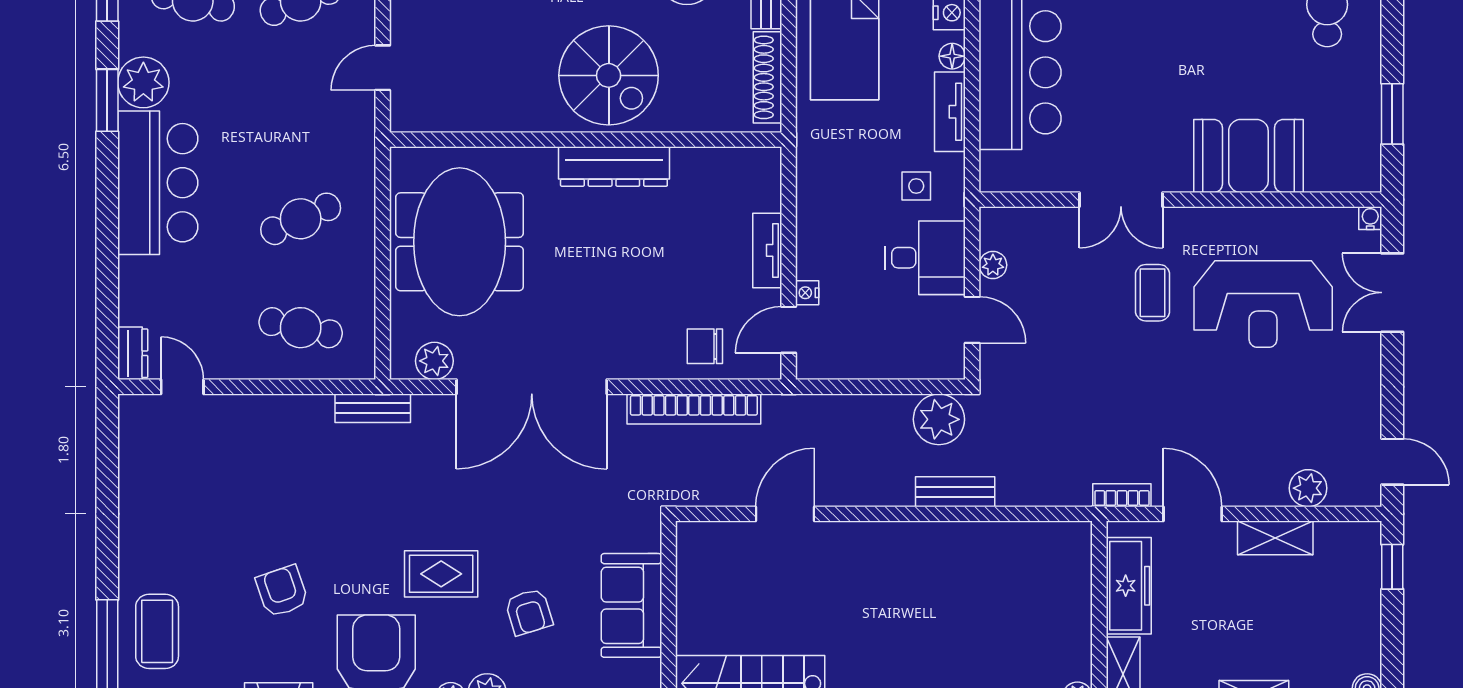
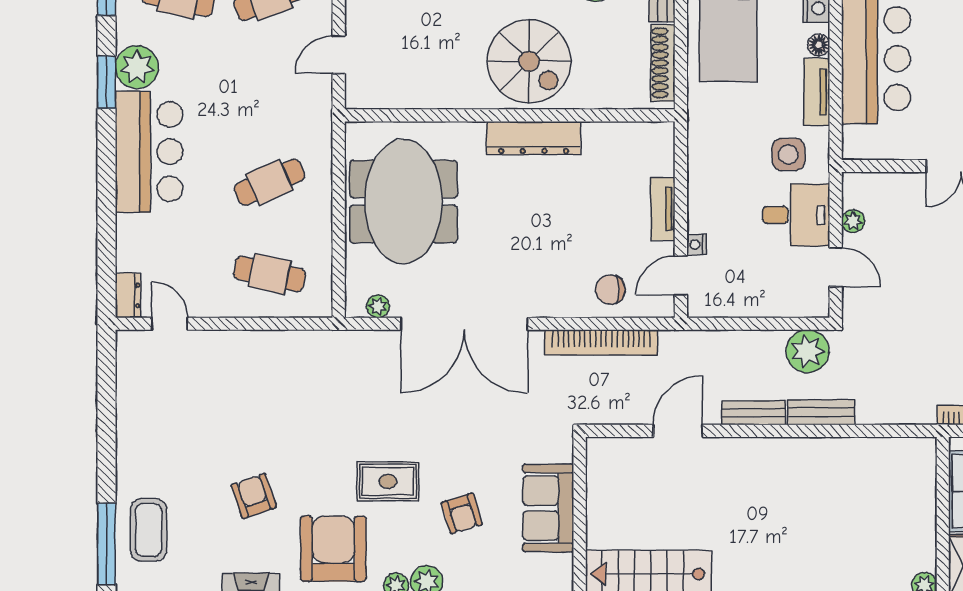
side table: (916, 186) -> (788, 154), width x1.37, depth x1.37
plant: (434, 361) -> (378, 306), width x0.73, depth x0.73
bench: (373, 408) -> (754, 413), moved

